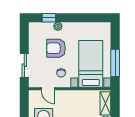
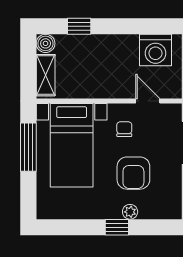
window: (49, 18) -> (117, 227), moved
armchair: (56, 48) -> (133, 173), turned 90

